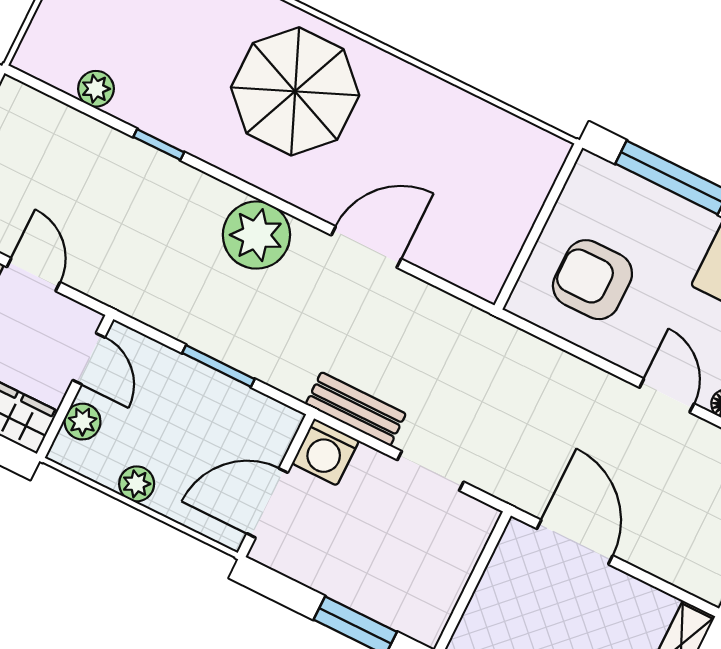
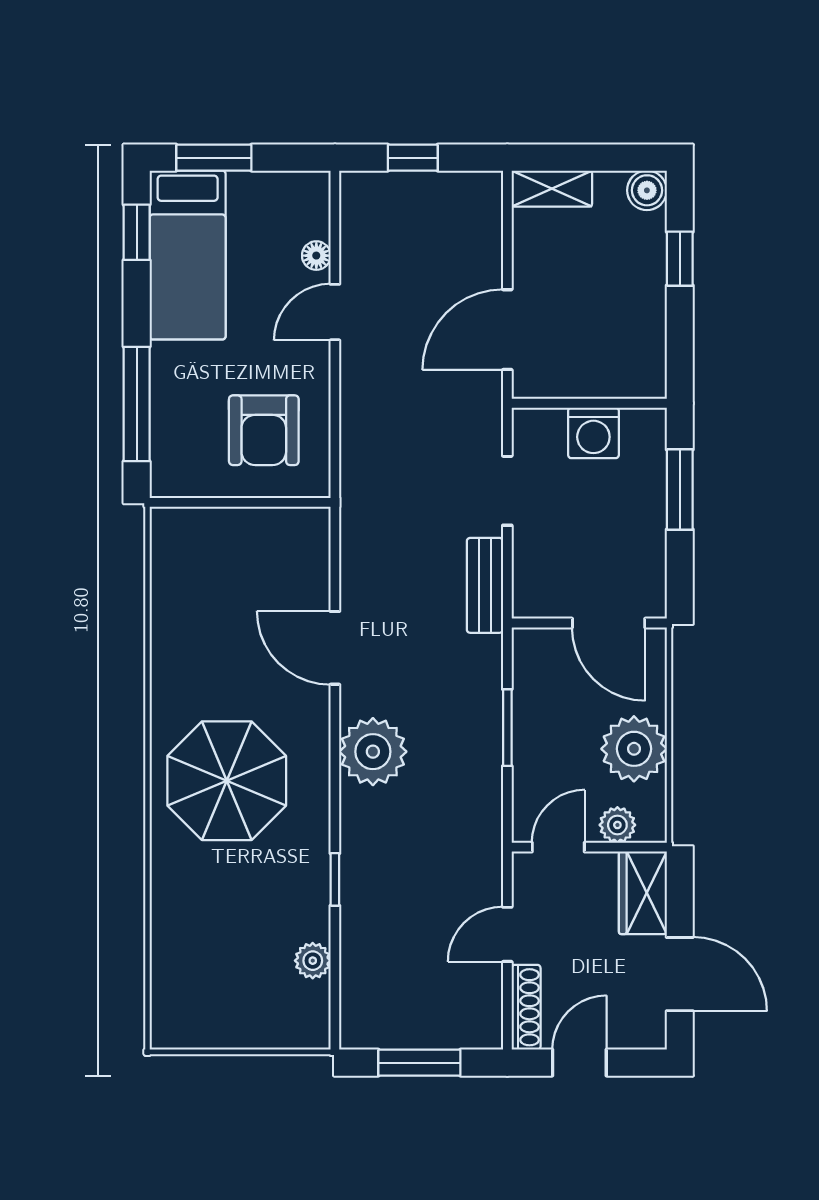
washing machine: (325, 452) -> (593, 433), moved, turned 90
plant: (137, 484) -> (634, 749), width x1.88, depth x1.88

